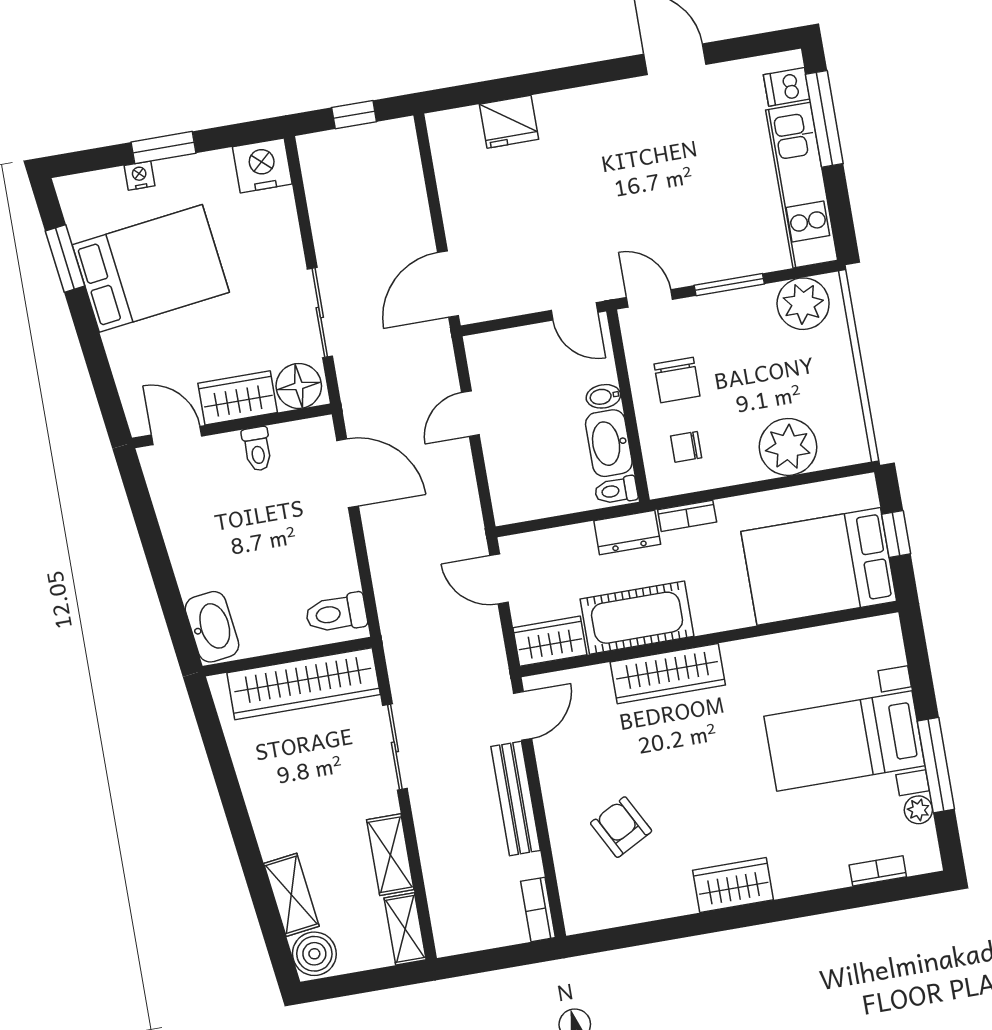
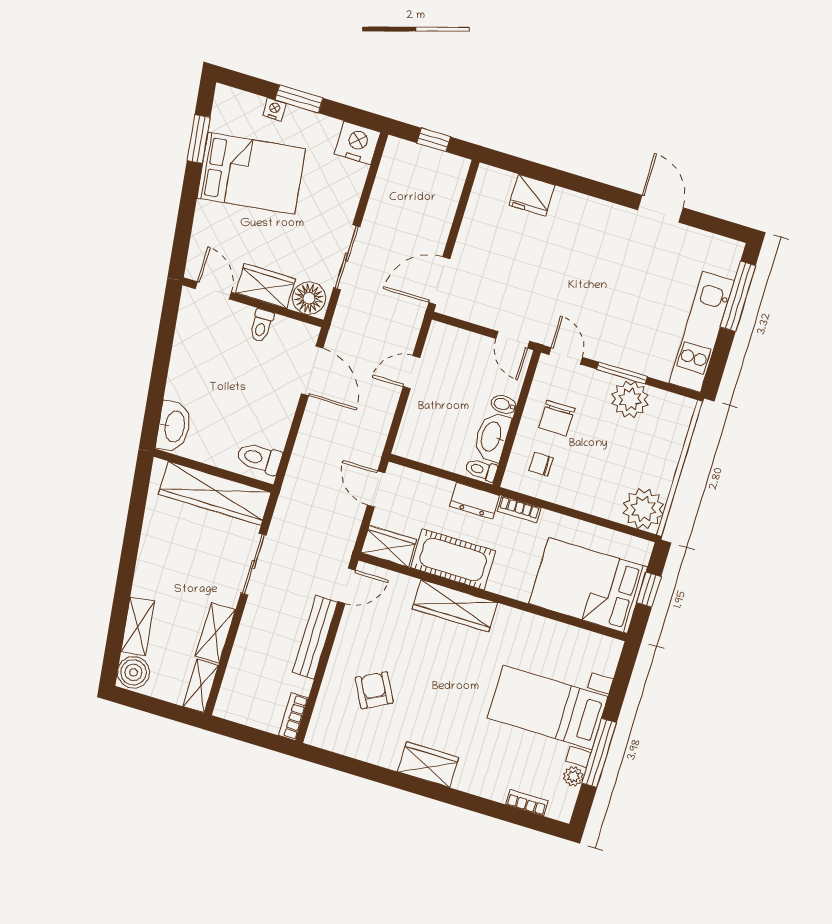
dishwasher: (787, 87) -> (724, 263), removed
plant: (803, 304) -> (630, 399), moved
plant: (788, 447) -> (643, 509), moved

